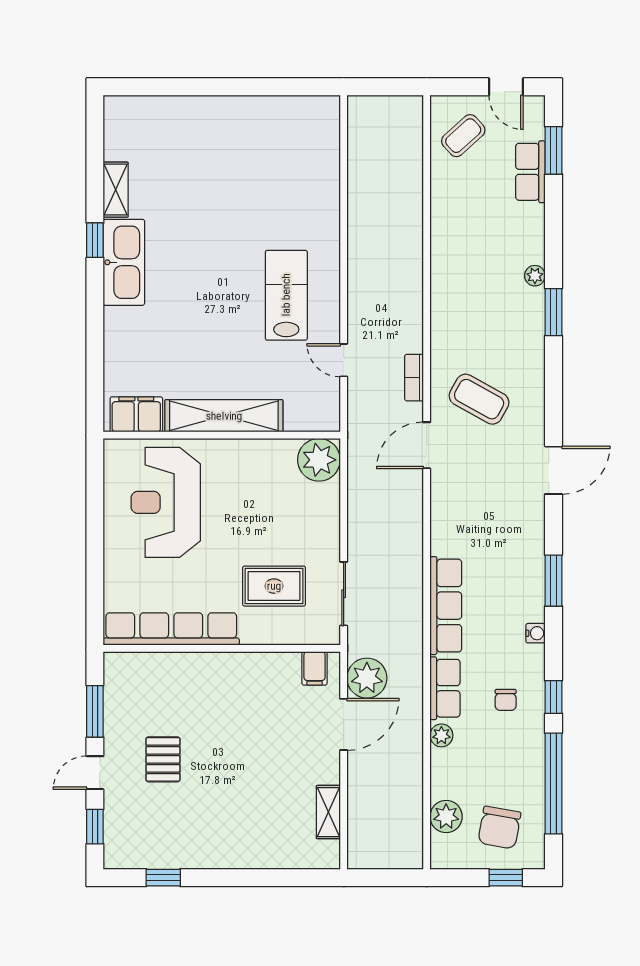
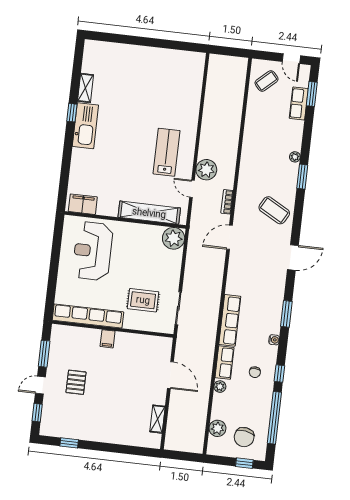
coffee table: (479, 399) -> (274, 210), moved
shelving: (224, 416) -> (149, 213), moved
filing cabinet: (315, 668) -> (108, 339), moved
plant: (367, 678) -> (206, 170), moved
door: (344, 724) -> (170, 375), hinge flipped

